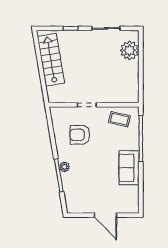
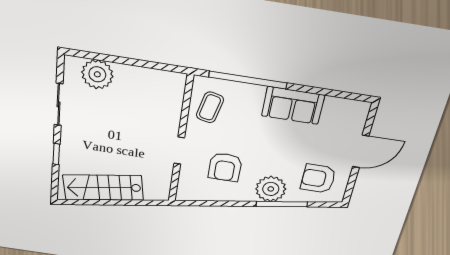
plant: (64, 167) -> (271, 189), width x1.88, depth x1.88
armchair: (82, 194) -> (318, 179), added

